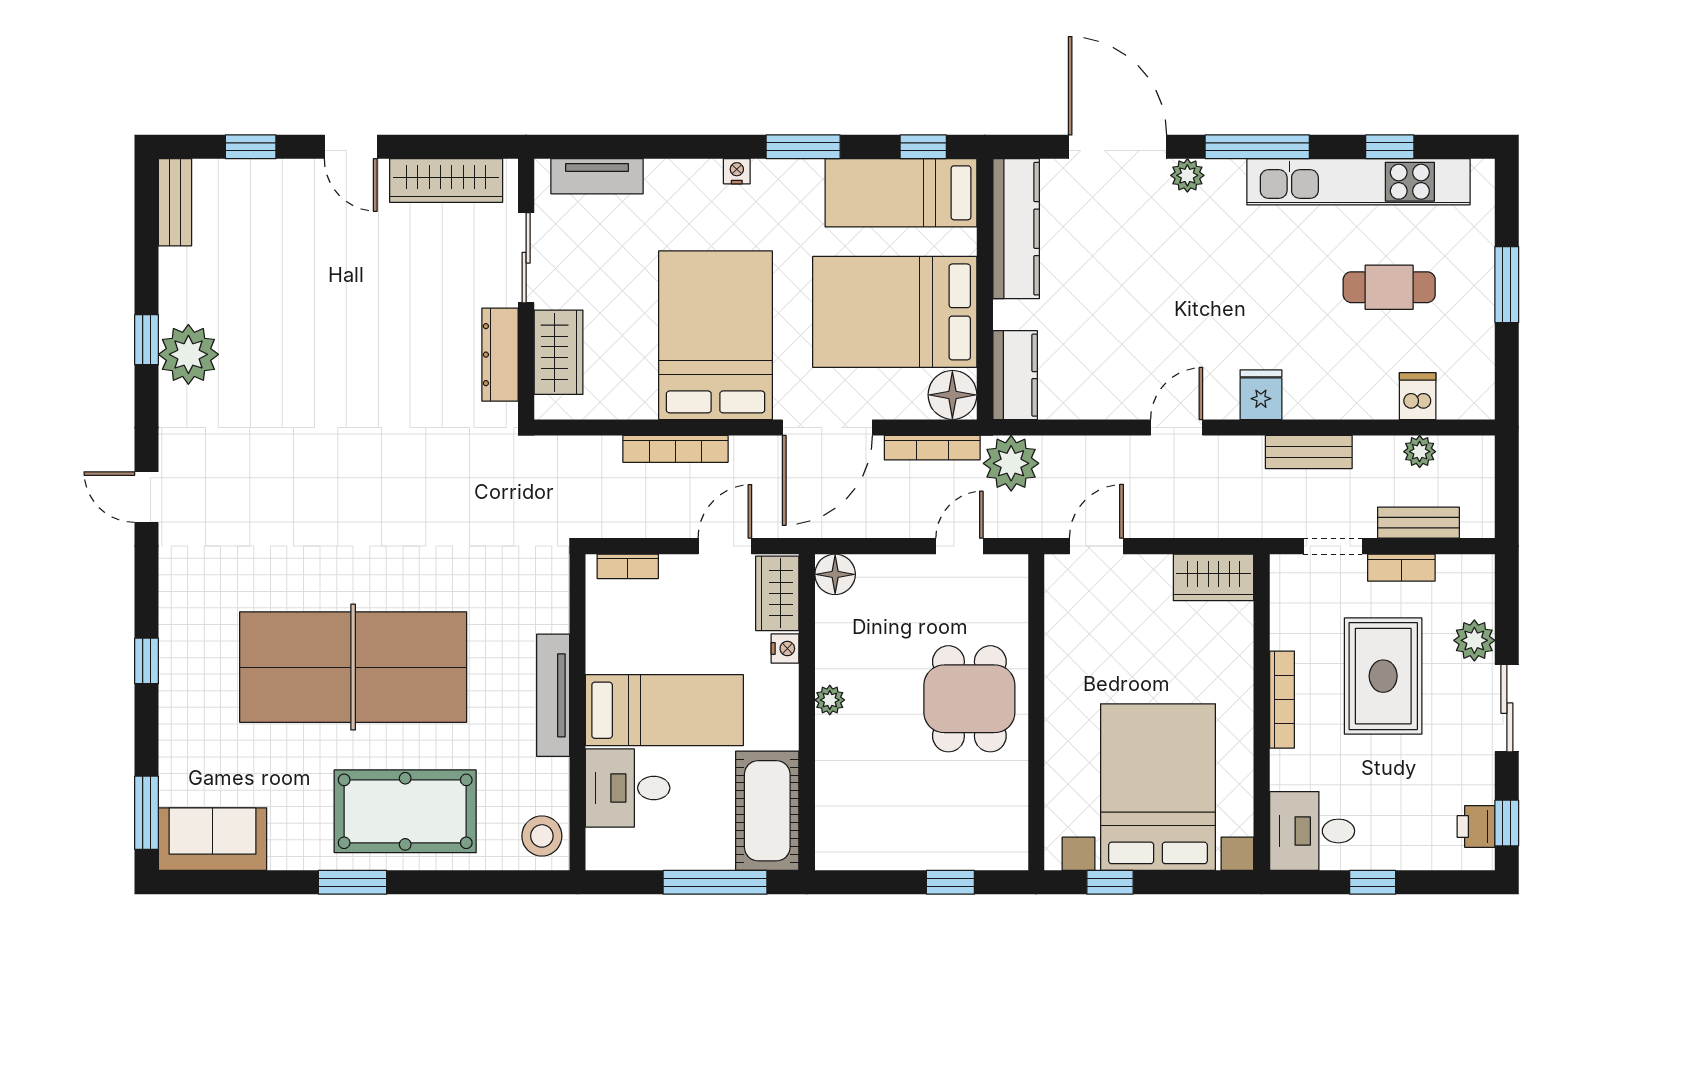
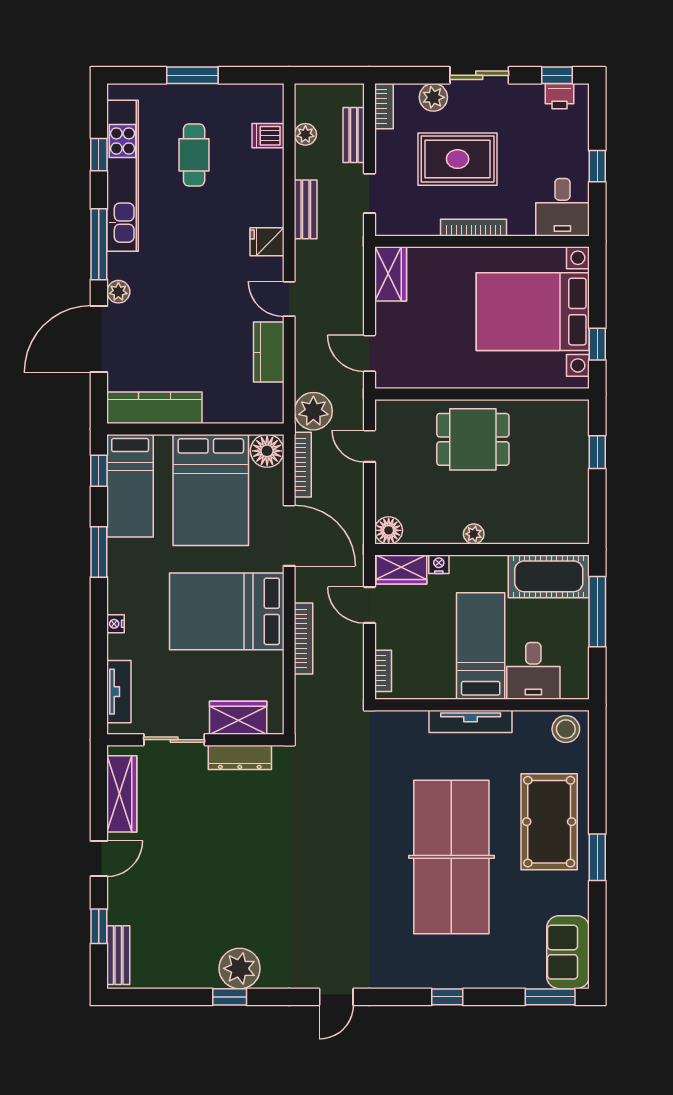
nightstand: (737, 171) -> (116, 624), moved
bench: (175, 202) -> (118, 955), moved, turned 90
kitchen counter: (1015, 375) -> (269, 352), moved, turned -90
bookcase: (1401, 568) -> (384, 106), moved

